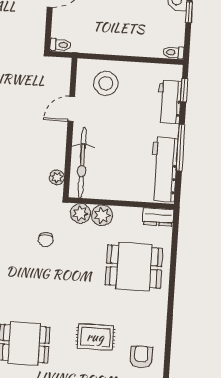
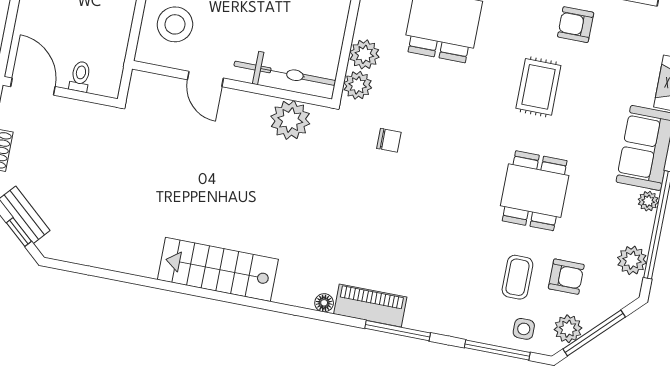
toilet: (60, 45) -> (80, 77), moved
plant: (57, 177) -> (290, 120), width x1.88, depth x1.88

